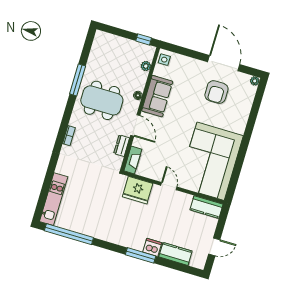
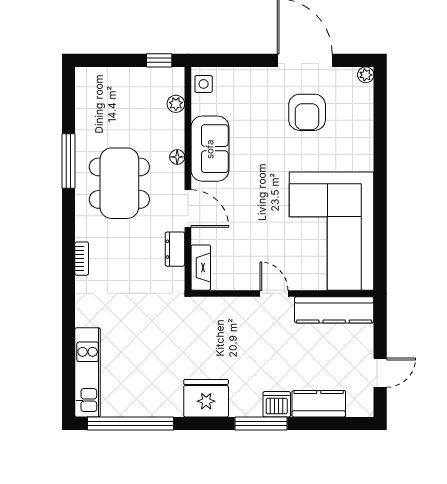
dining table: (102, 100) -> (119, 183), turned 90
fridge: (138, 190) -> (206, 398), moved, turned 180
kitchen counter: (206, 207) -> (334, 310), width x1.50

